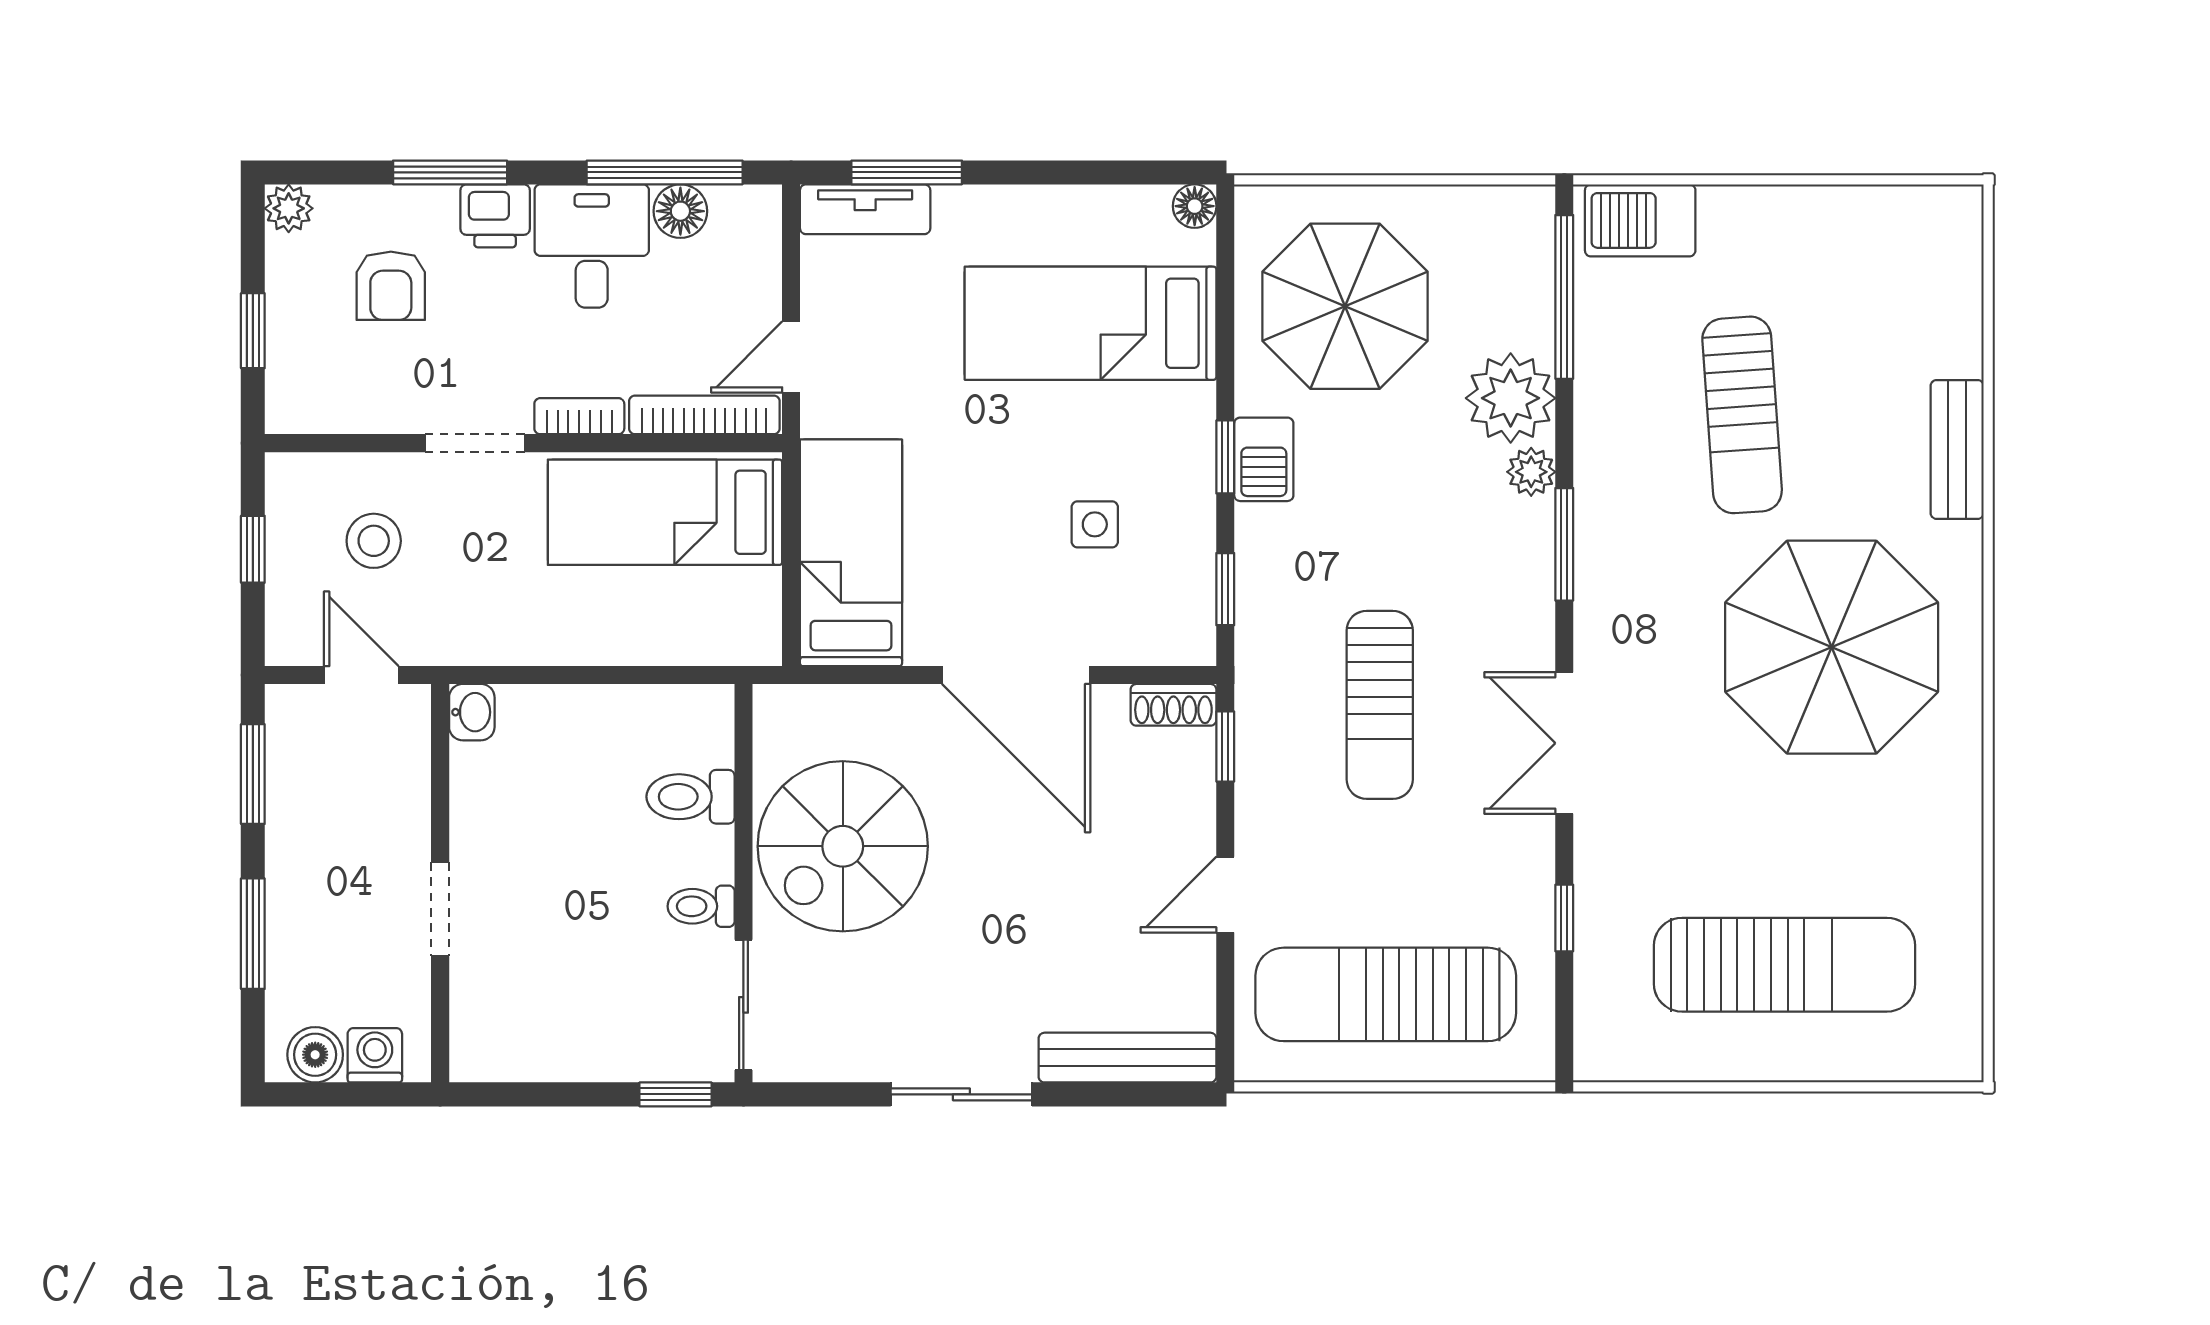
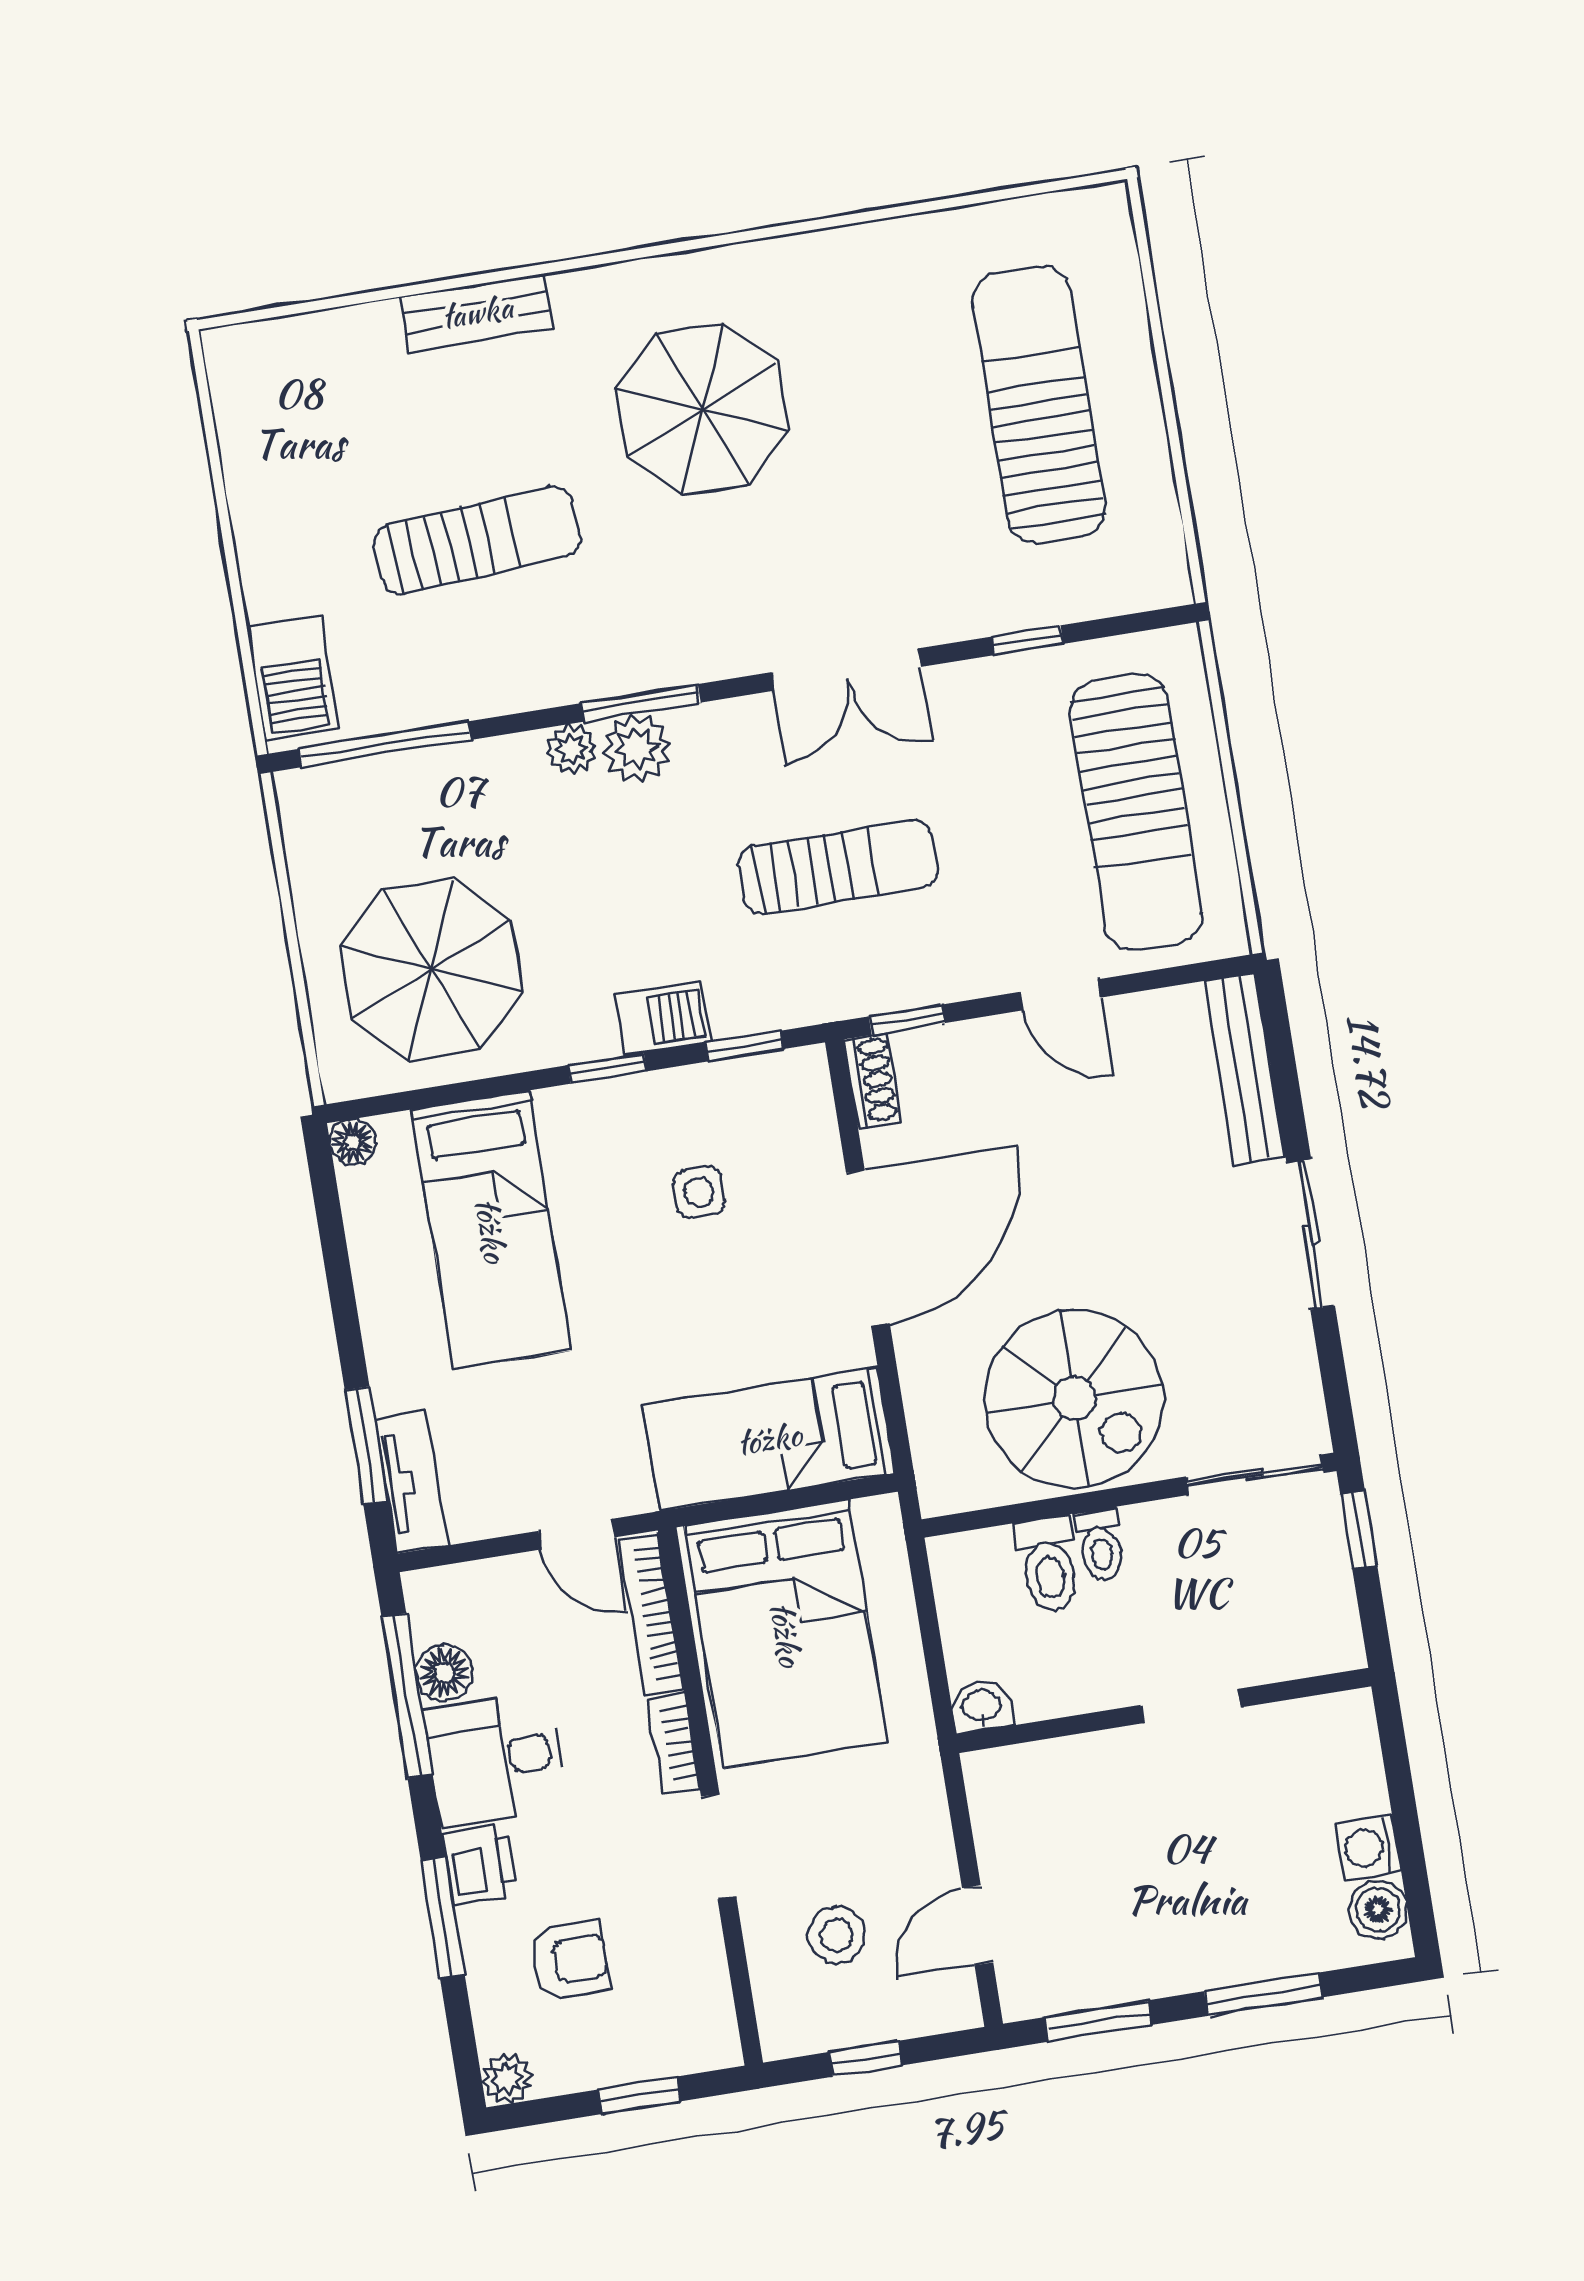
plant: (1511, 398) -> (637, 748), moved, width x0.73, depth x0.73
barbecue: (1264, 459) -> (663, 1018), moved
bed: (665, 512) -> (786, 1634), width x1.50
parasol: (1832, 647) -> (702, 409), width x0.73, depth x0.73
washbasin: (472, 712) -> (981, 1706), moved
wall: (440, 883) -> (1164, 1710), moved
toilet: (701, 906) -> (1100, 1545), moved
doorway: (440, 909) -> (1191, 1706), moved

